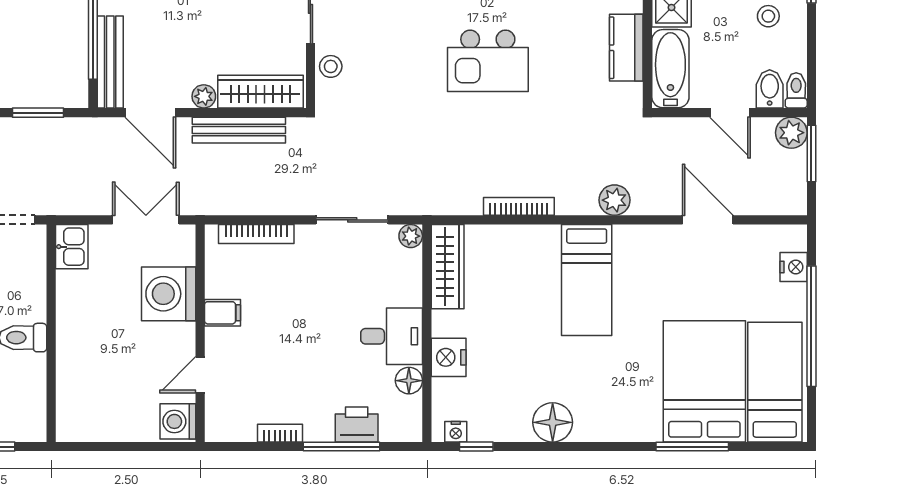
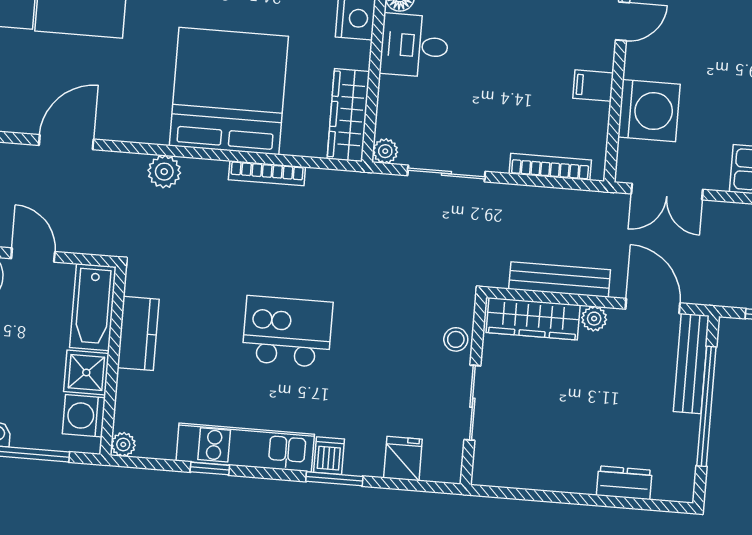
door: (708, 220) -> (66, 142), swing flipped
bed: (587, 280) -> (229, 91), width x2.04

